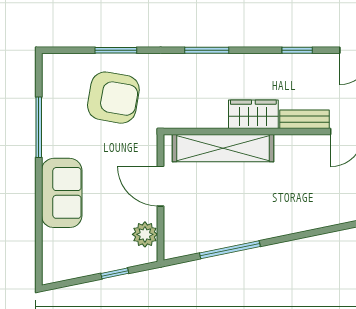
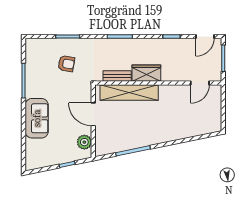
armchair: (113, 98) -> (66, 64), width x0.53, depth x0.53
bench: (304, 119) -> (117, 76), moved

